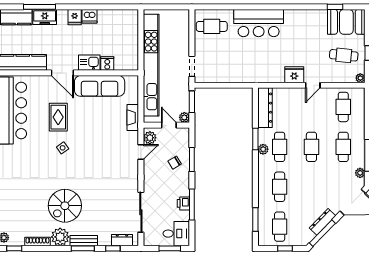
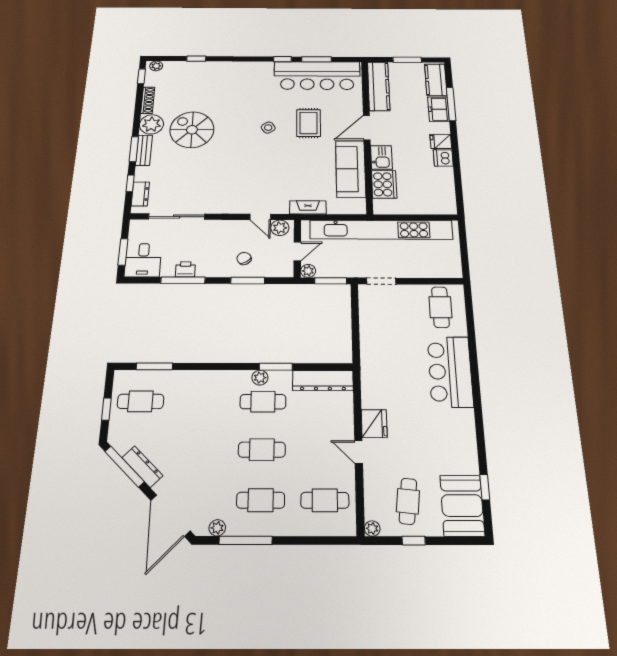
cooker: (107, 64) -> (384, 184), width x1.87, depth x1.31
rug: (58, 117) -> (309, 123), turned 90
cafe table: (280, 187) -> (202, 402), removed

